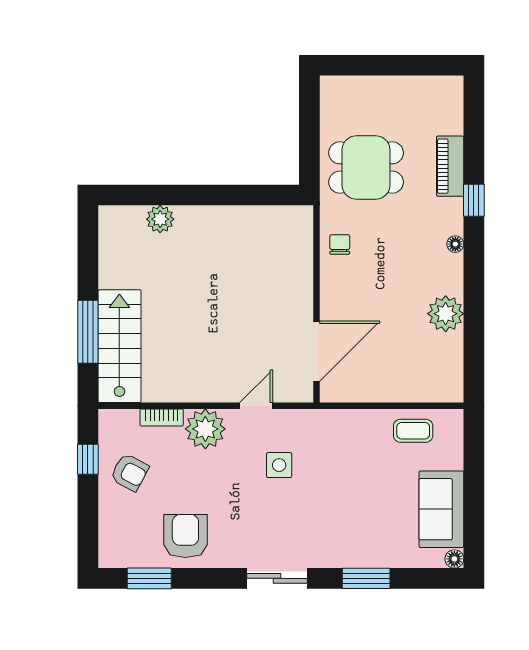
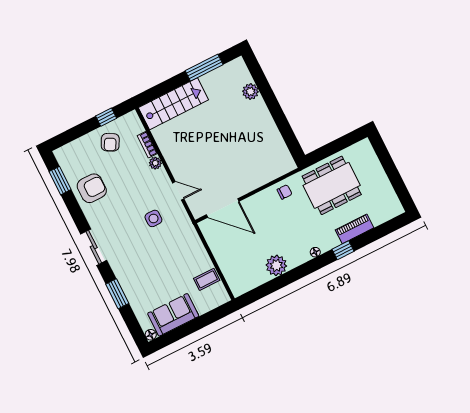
dining table: (366, 167) -> (332, 185), width x1.37
window: (88, 332) -> (204, 68), moved
plant: (205, 429) -> (155, 163), width x0.53, depth x0.53
coffee table: (413, 431) -> (207, 279), turned 90

